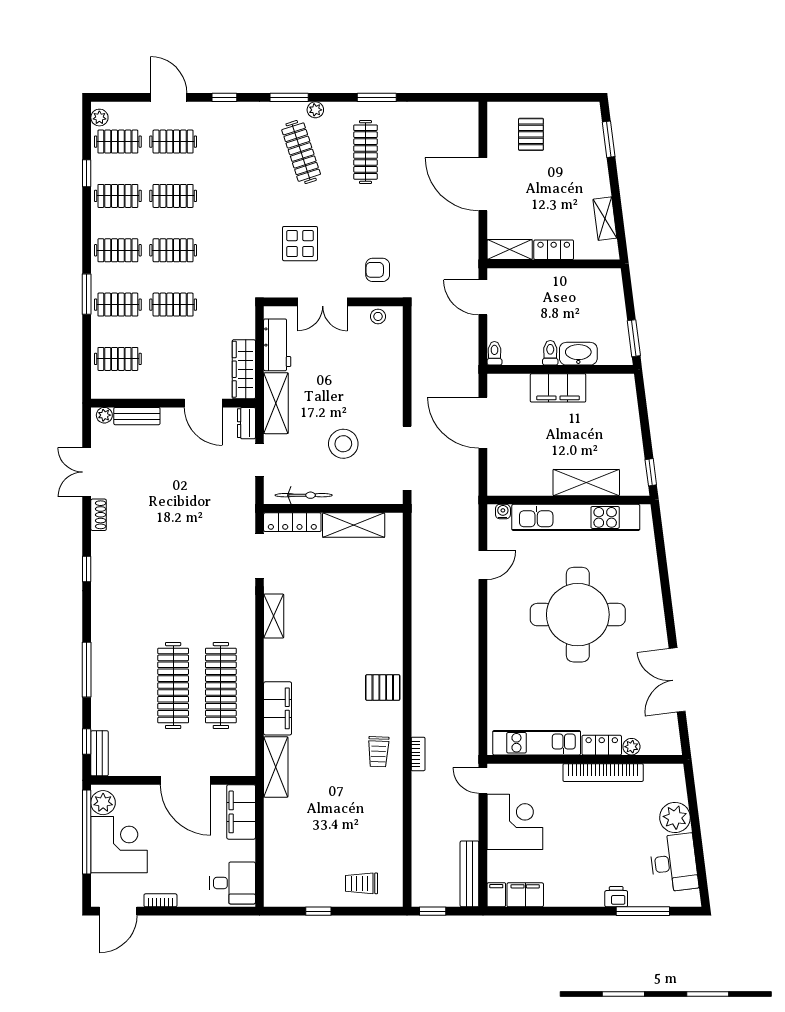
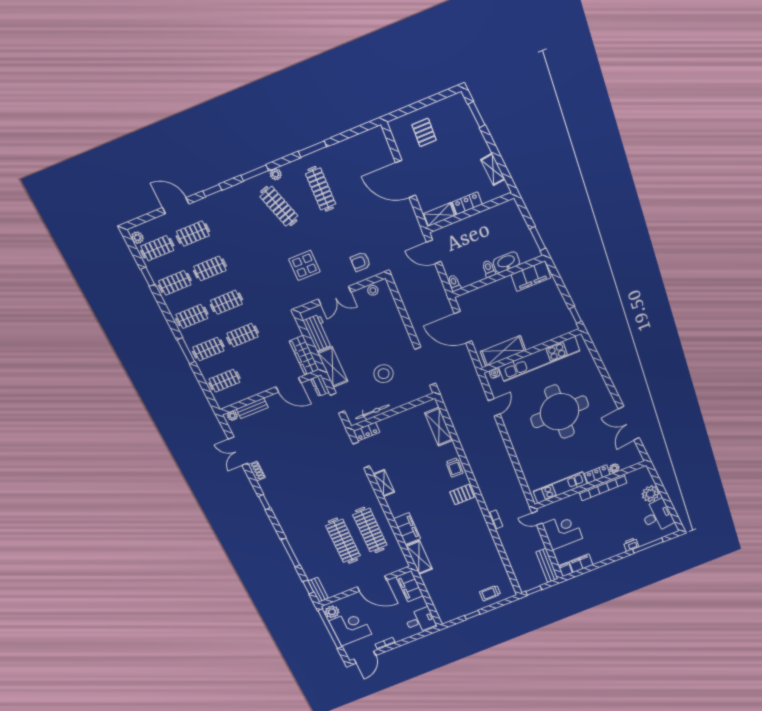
filing cabinet: (558, 388) -> (531, 276), moved
shelving: (586, 483) -> (503, 351), moved
locker: (292, 522) -> (367, 432), width x0.66
shelving: (354, 525) -> (439, 427), moved, turned 90
trolley: (378, 752) -> (454, 467), moved

